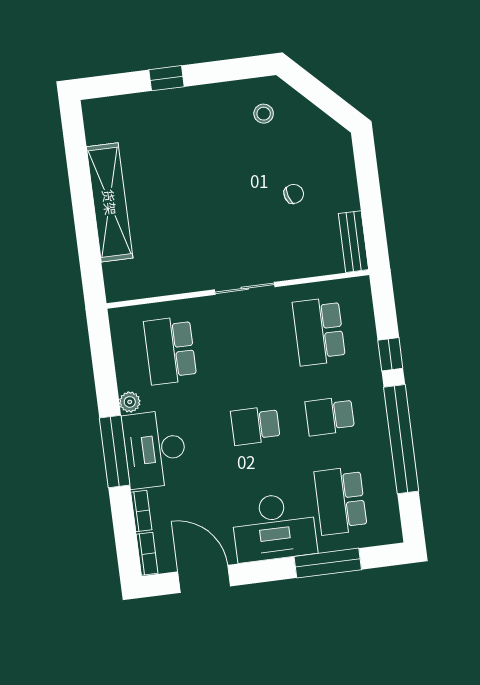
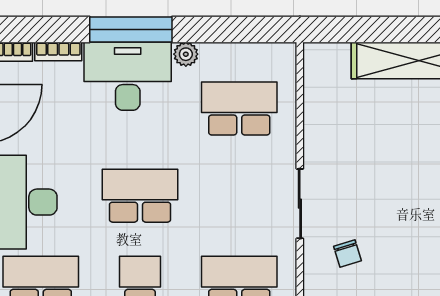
chair: (294, 194) -> (348, 253), moved
school desk: (255, 426) -> (140, 196), width x1.85

